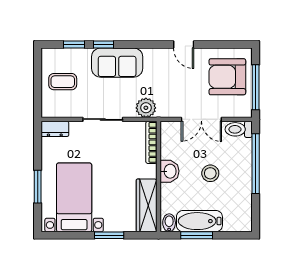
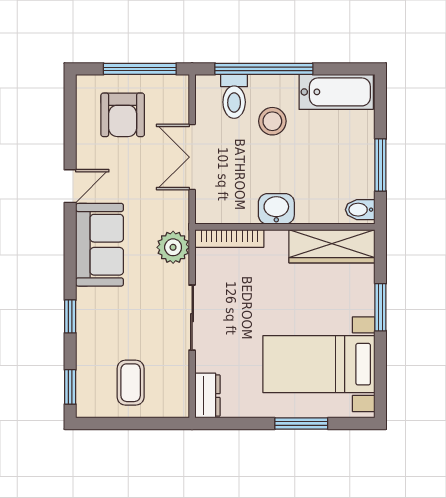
window: (74, 44) -> (70, 387), moved
sofa: (117, 63) -> (100, 245), moved
armchair: (227, 77) -> (123, 115), width x0.73, depth x0.73
double door: (201, 119) -> (192, 157), swing flipped
toilet: (239, 129) -> (234, 96), moved
stool: (210, 173) -> (272, 121), moved
bathtub: (199, 221) -> (336, 92), moved, turned -90

